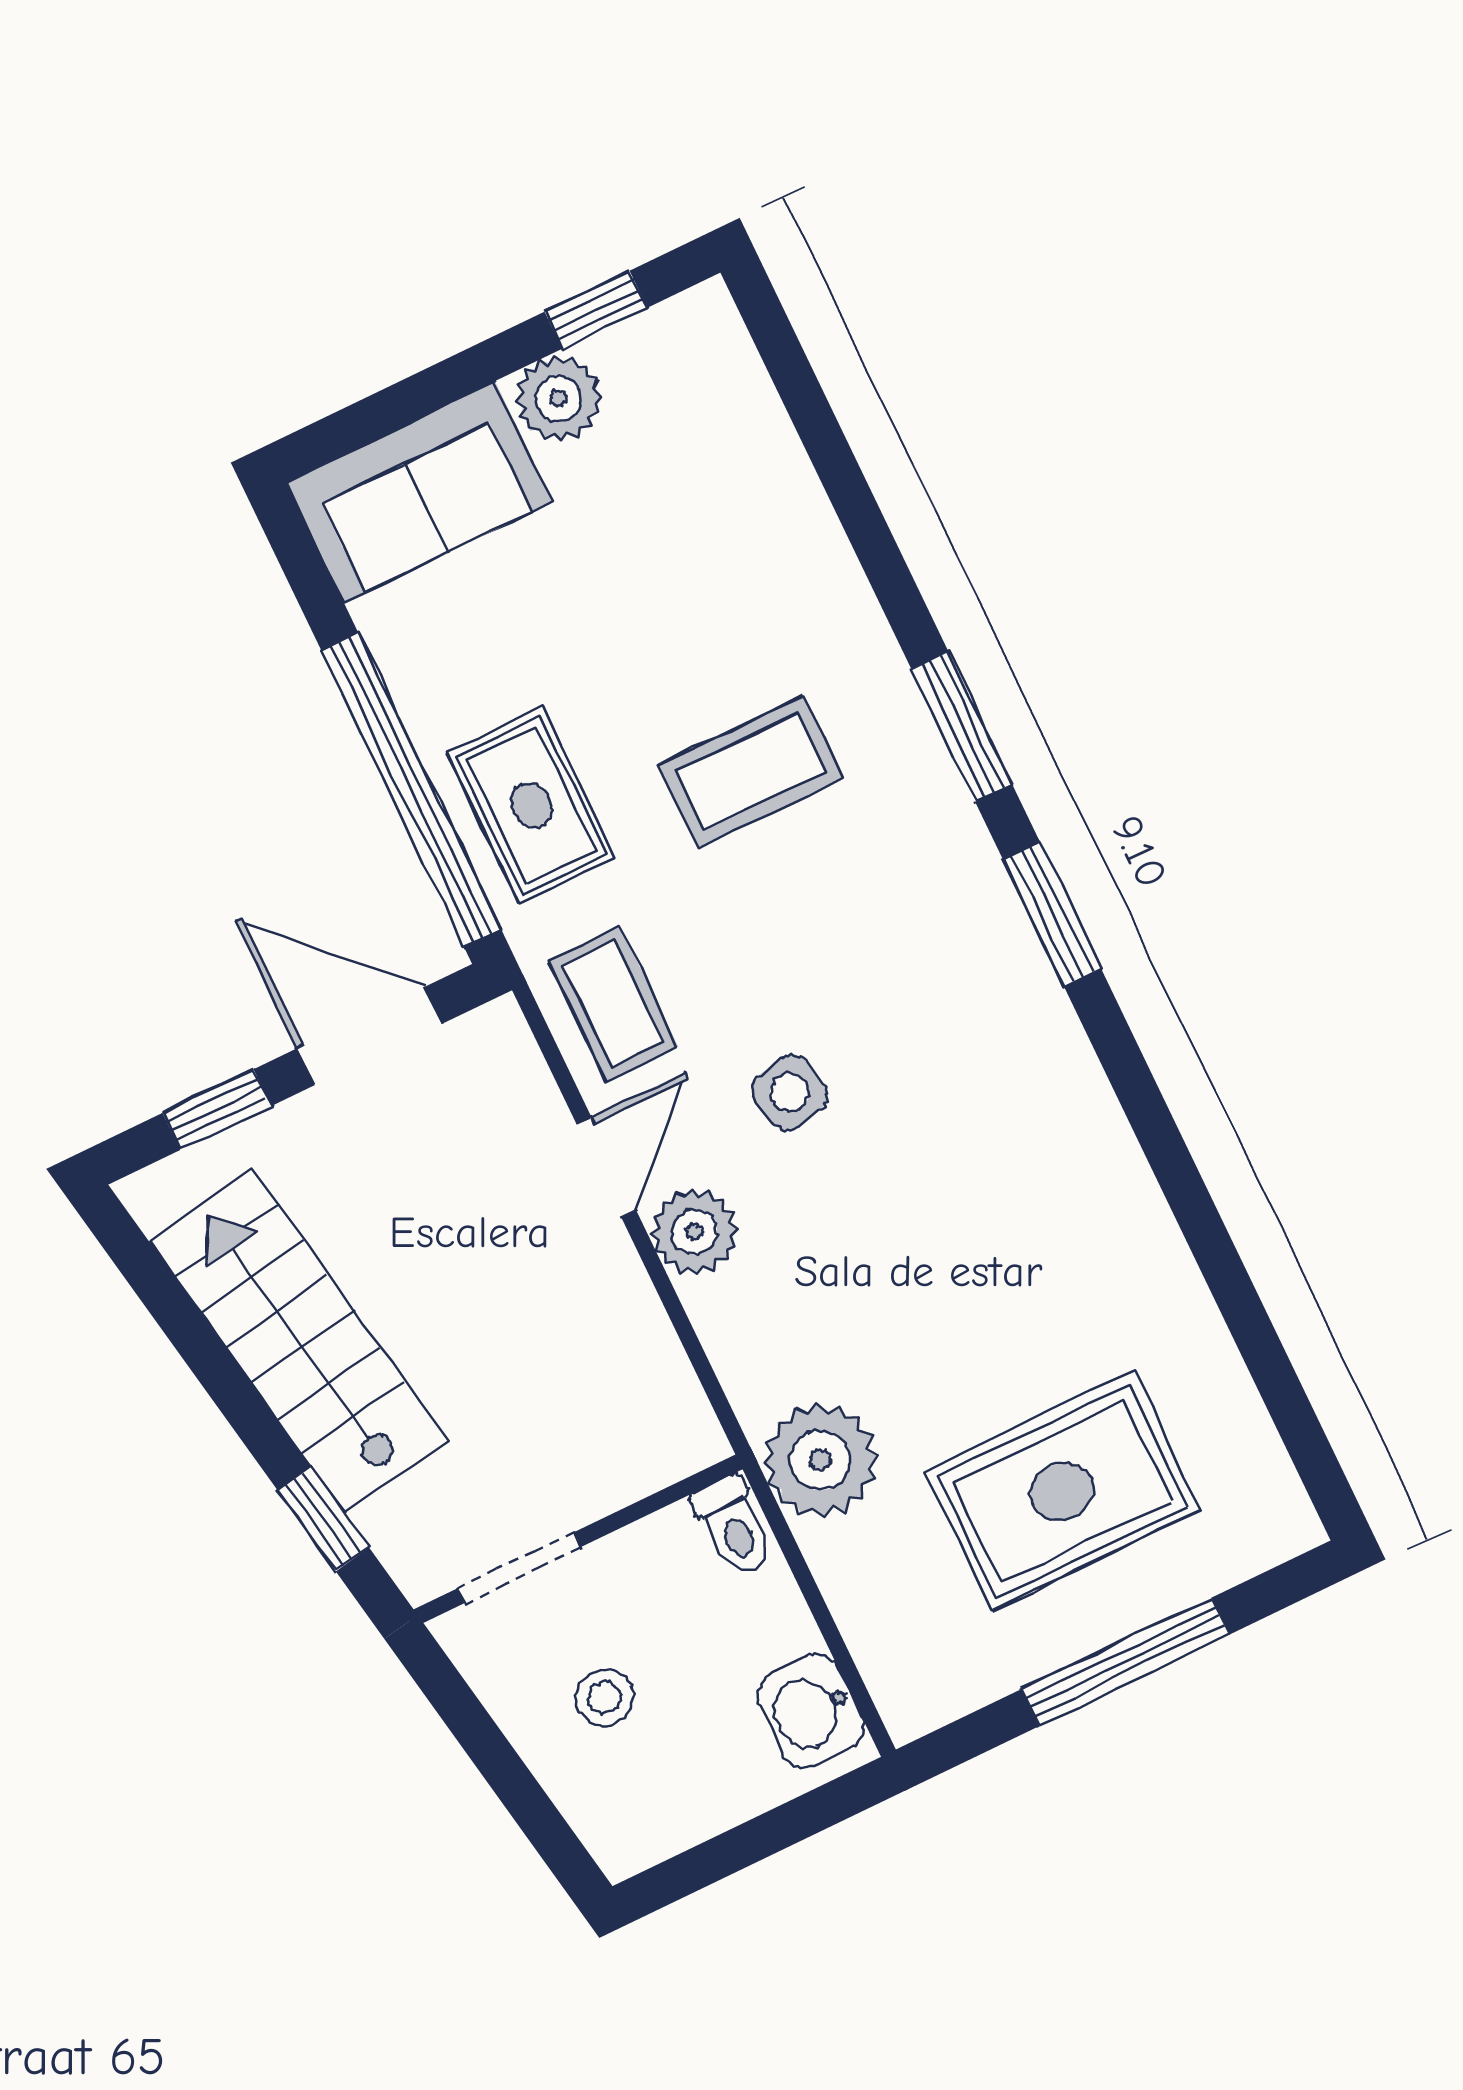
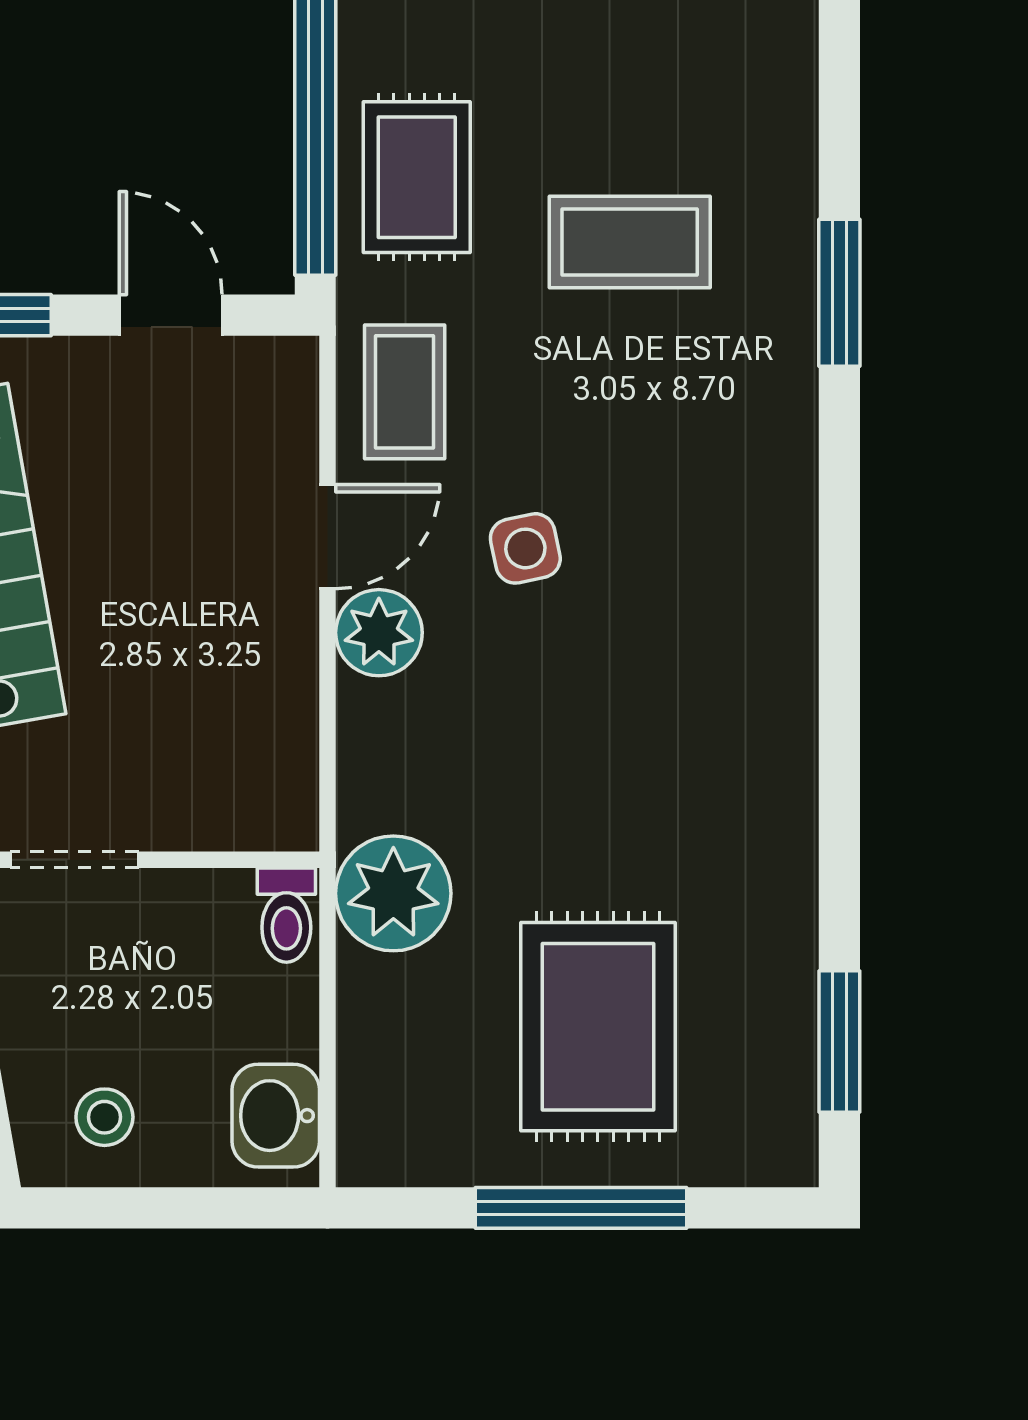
window: (1052, 914) -> (839, 1042), moved
door: (369, 1036) -> (171, 315), width x0.73
rug: (1062, 1491) -> (598, 1027), turned 90
stool: (605, 1697) -> (104, 1117), moved

